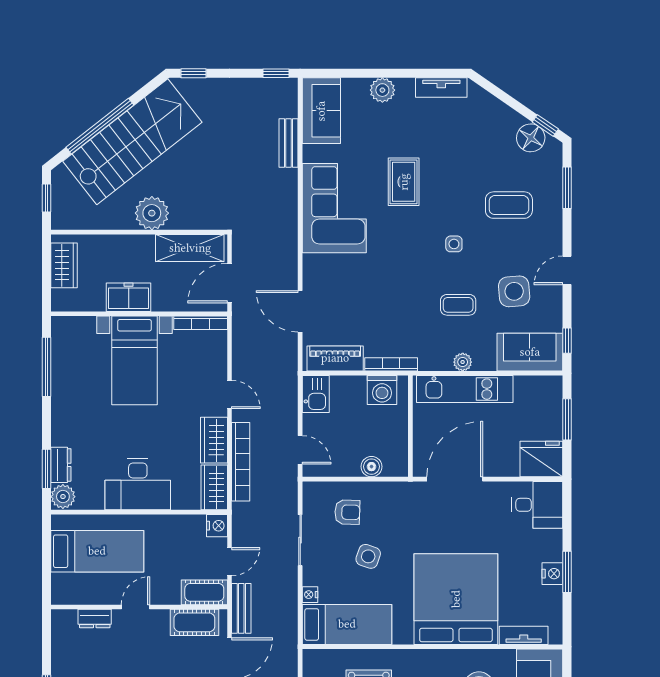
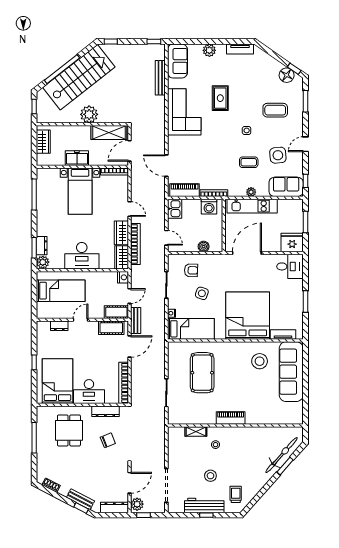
bench: (289, 143) -> (160, 78), width x1.36
nightstand: (552, 574) -> (298, 302), removed

